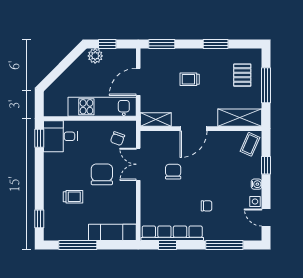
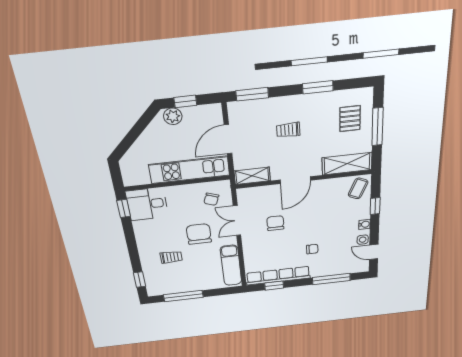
exam couch: (112, 232) -> (231, 265), moved, turned -90

